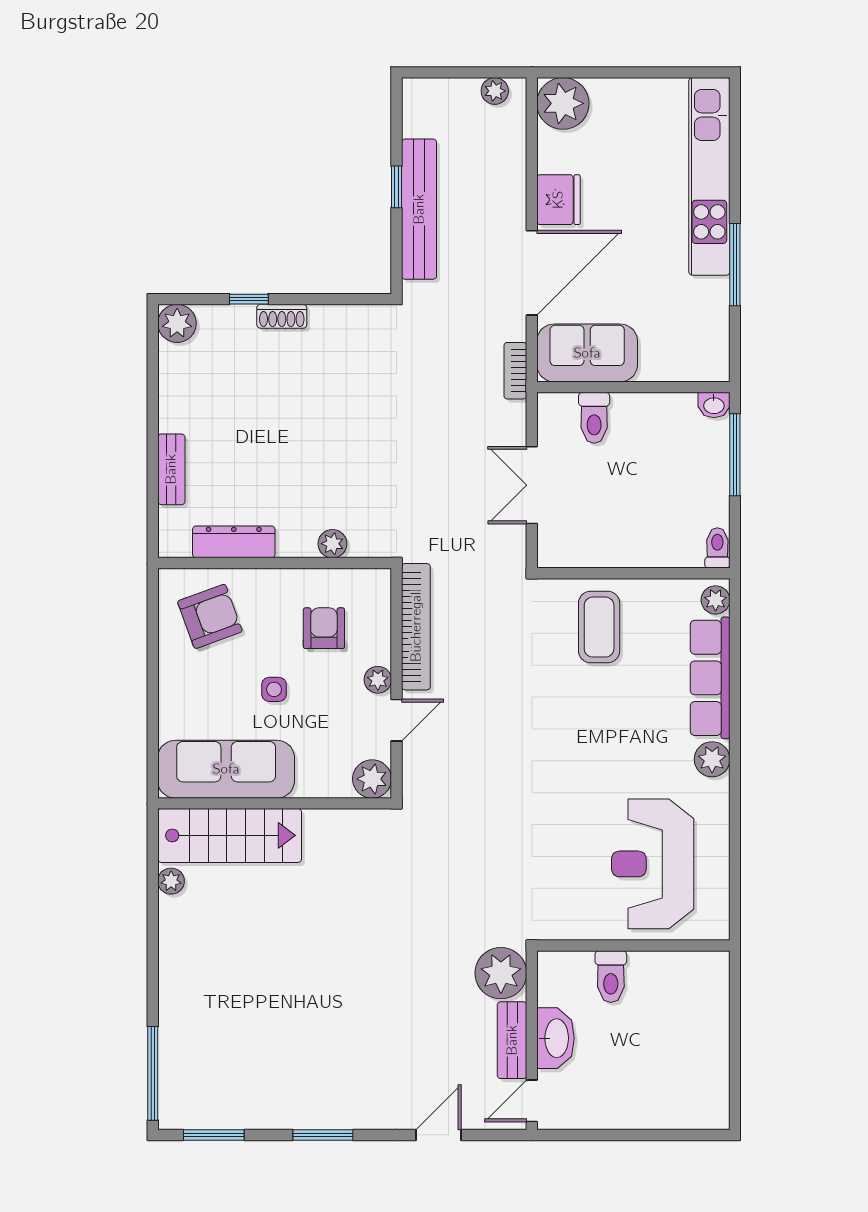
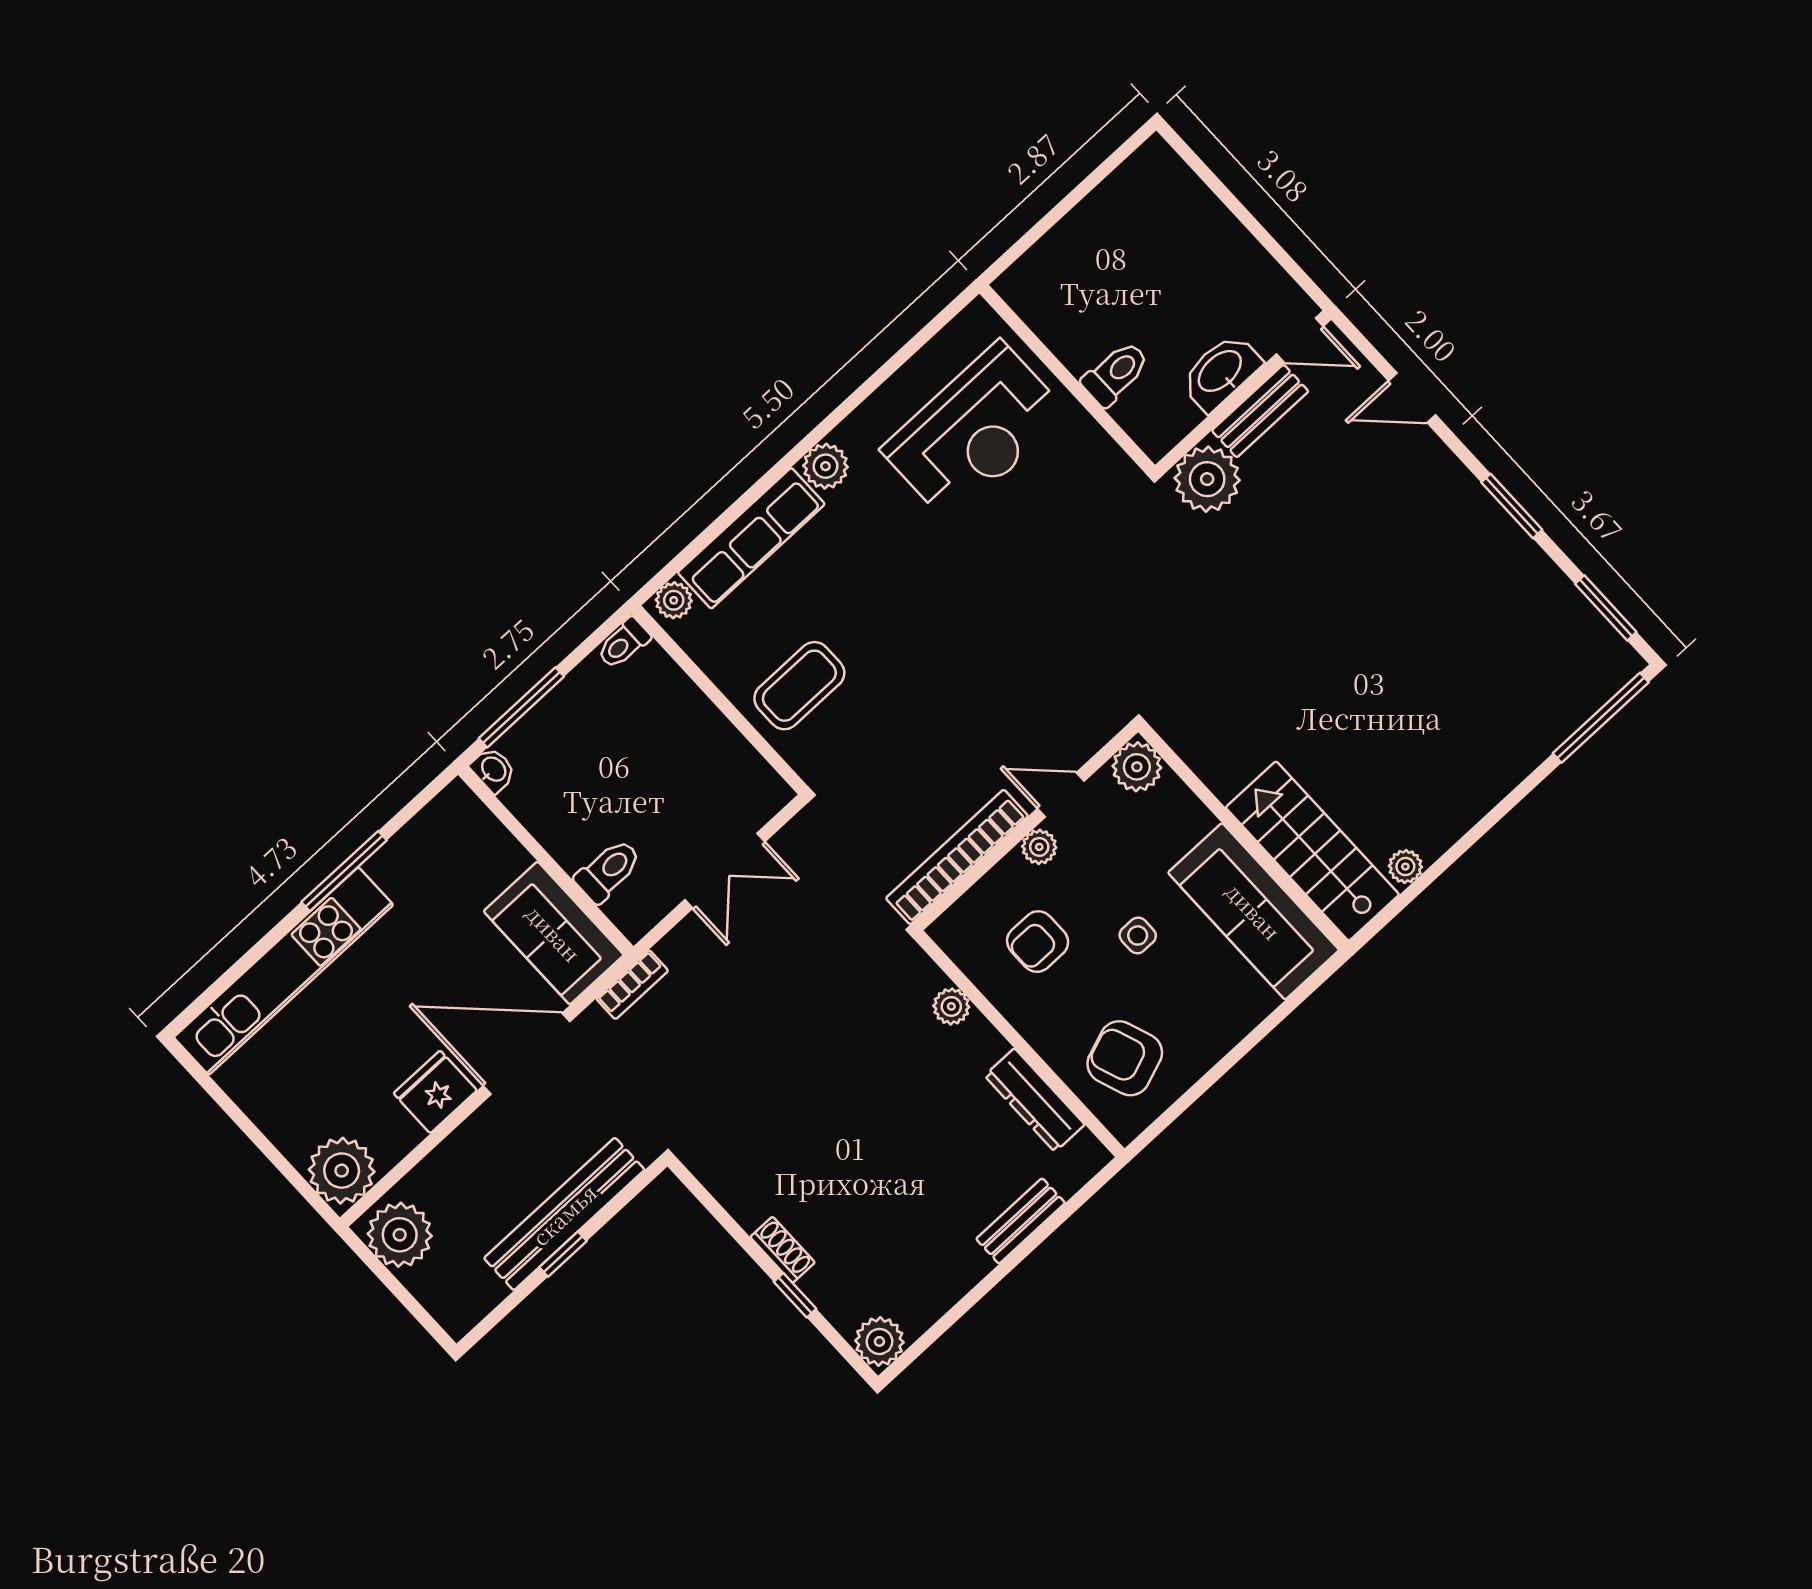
plant: (495, 91) -> (400, 1235), width x1.87, depth x1.87

